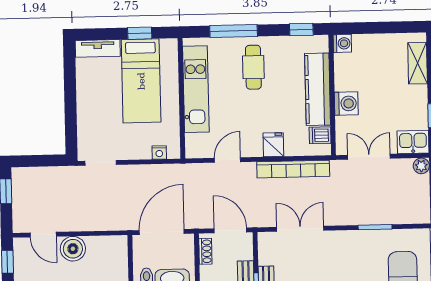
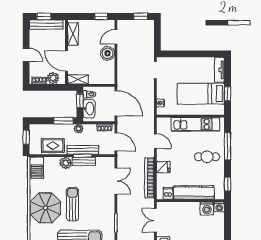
washing machine: (346, 103) -> (207, 208), moved
double door: (369, 157) -> (155, 220), swing flipped
door: (230, 230) -> (116, 142), hinge flipped

